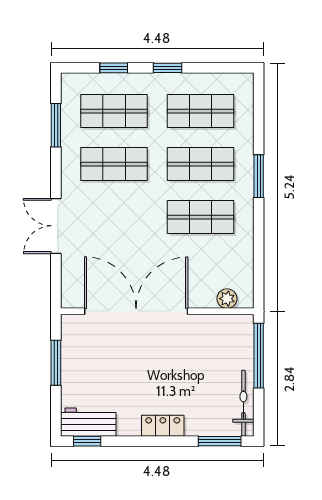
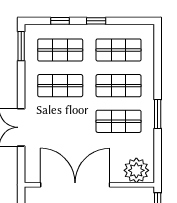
window: (56, 125) -> (21, 46), moved
window: (259, 176) -> (158, 114), moved
plant: (227, 299) -> (136, 170), width x1.87, depth x1.87

